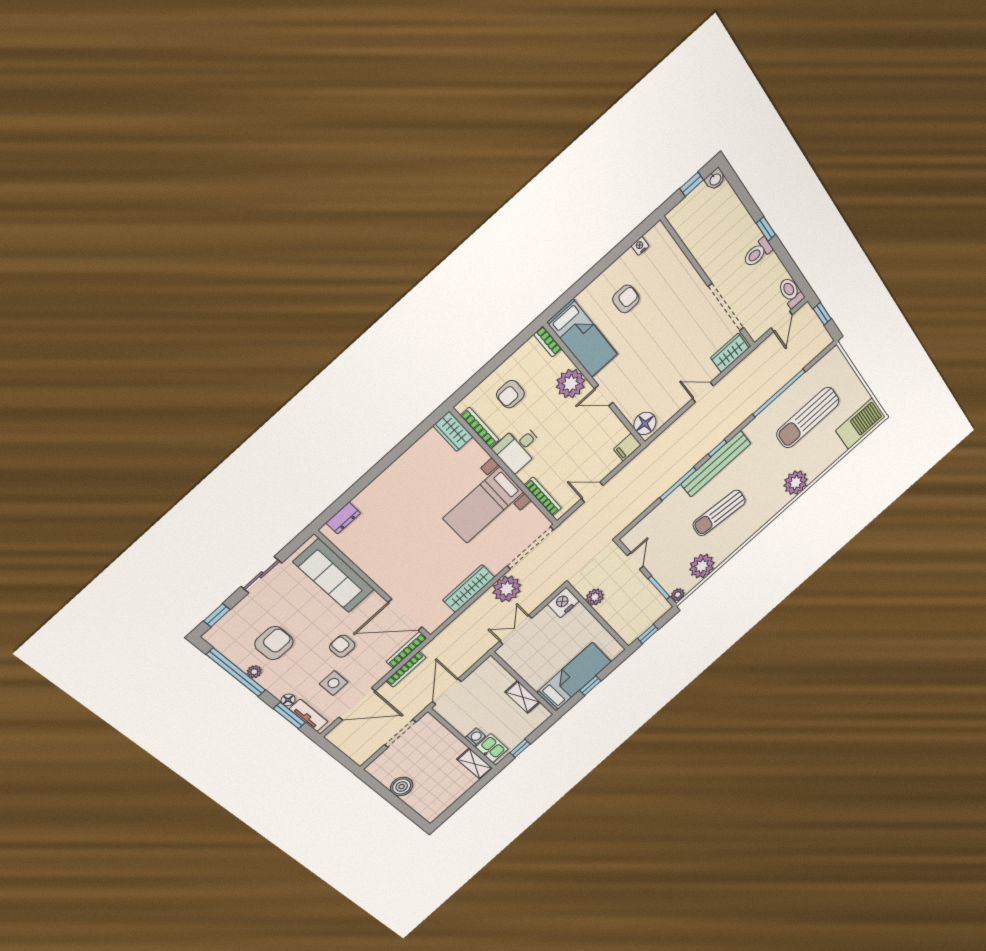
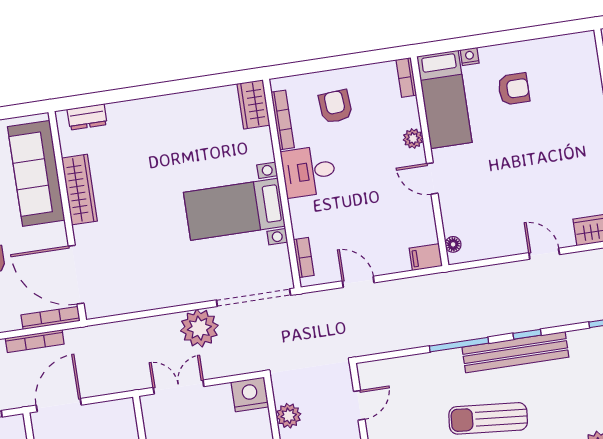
nightstand: (640, 246) -> (470, 56), moved
plant: (571, 384) -> (413, 138), width x0.53, depth x0.53
armchair: (510, 394) -> (335, 107), turned 86
floor lamp: (645, 423) -> (453, 244), width x0.53, depth x0.53
bookcase: (543, 497) -> (304, 258), width x0.64
wardrobe: (469, 589) -> (79, 190), moved, turned 90

